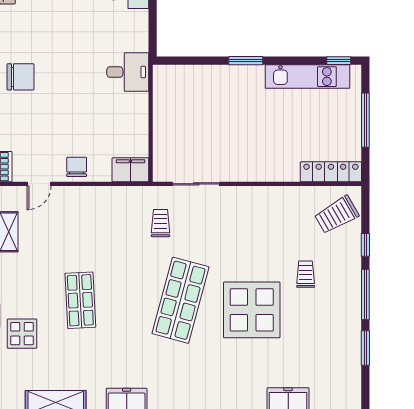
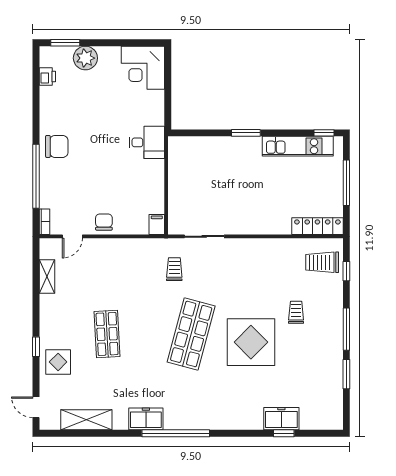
filing cabinet: (130, 170) -> (157, 224), width x0.50
trolley: (337, 215) -> (322, 262), turned 30
window: (365, 245) -> (346, 271), moved

